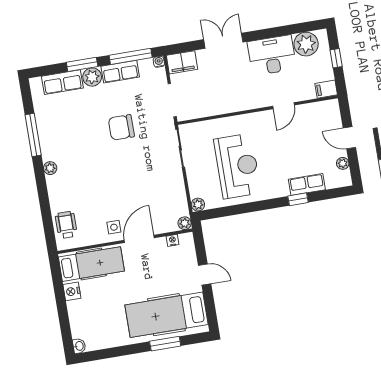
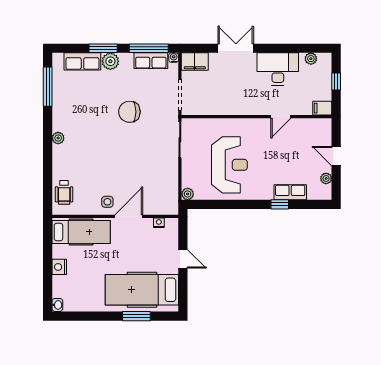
plant: (306, 44) -> (311, 59), width x0.53, depth x0.53
row of seats: (120, 72) -> (151, 61), moved
window: (33, 135) -> (48, 87), moved
plant: (185, 223) -> (173, 209), removed
wheelchair: (66, 225) -> (64, 192), turned 180
nightstand: (72, 291) -> (59, 267), moved

